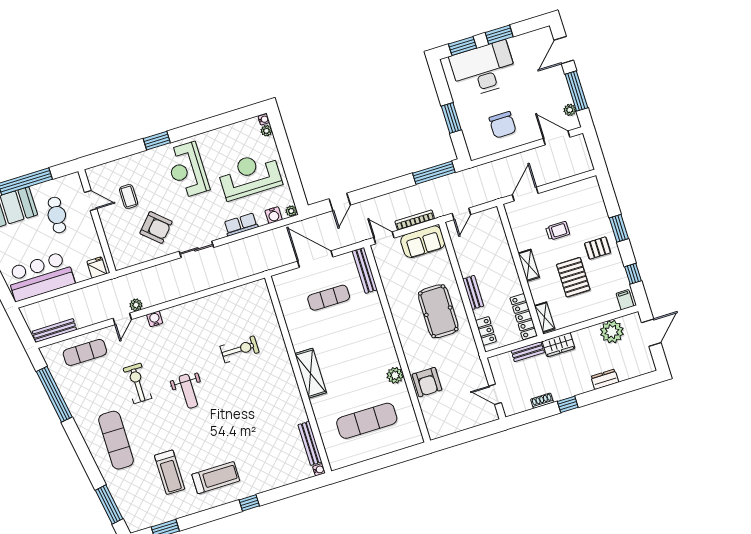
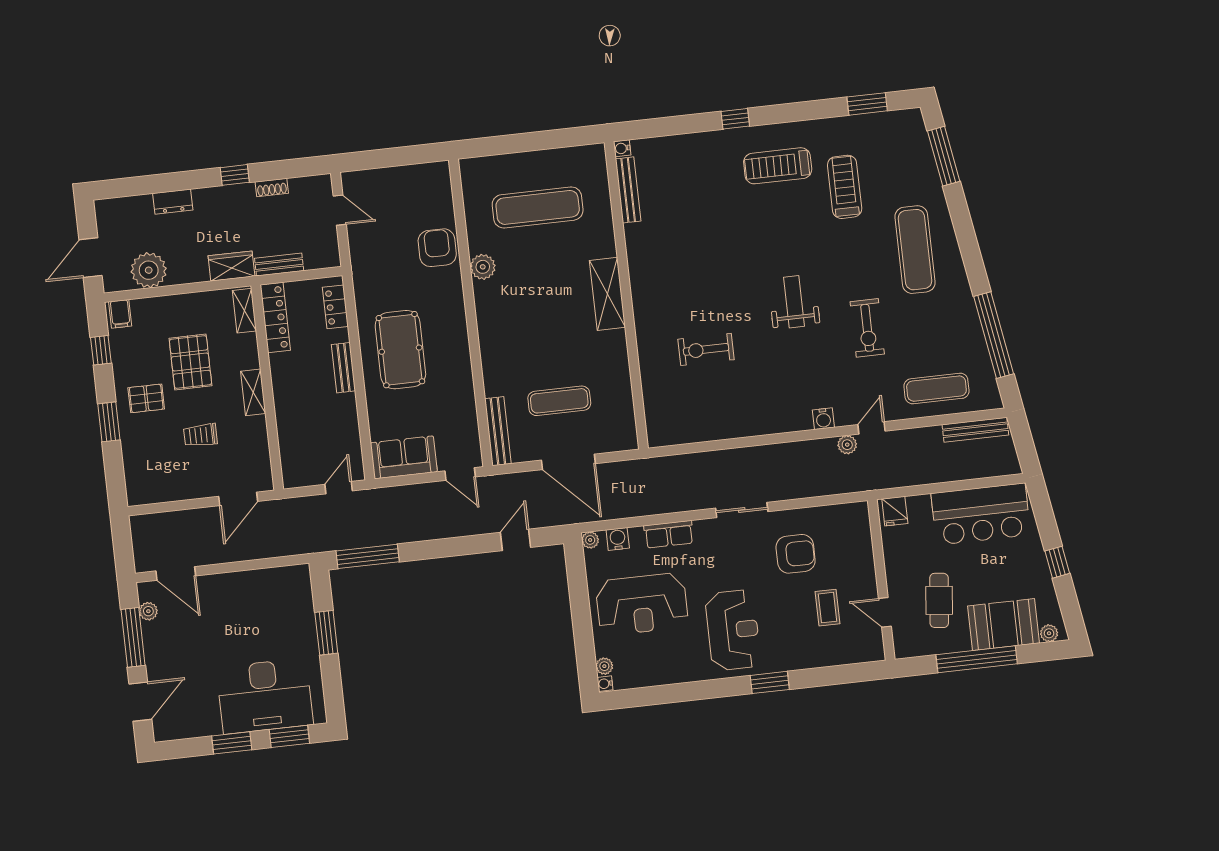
chair: (503, 125) -> (252, 608), removed
bookcase: (415, 220) -> (410, 492), removed
armchair: (156, 227) -> (796, 554), turned 138

